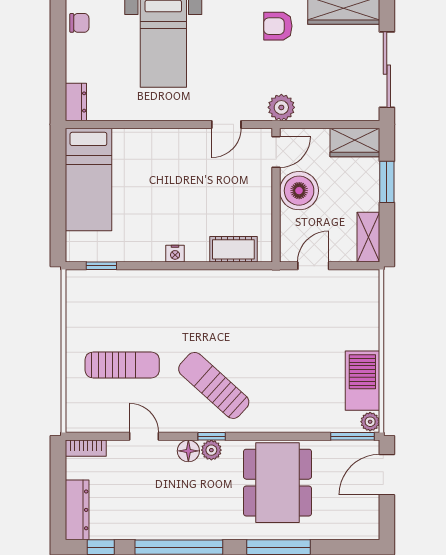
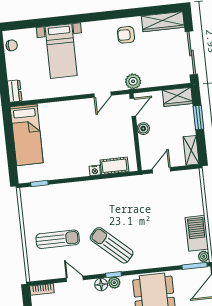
boiler: (299, 191) -> (143, 129), width x0.54, depth x0.54
nightstand: (175, 254) -> (95, 170), moved

